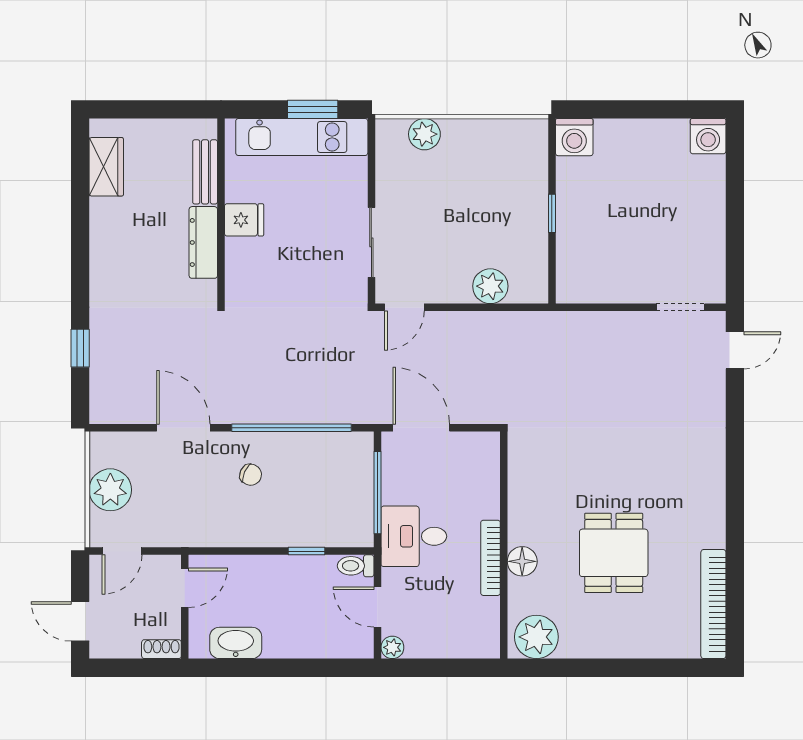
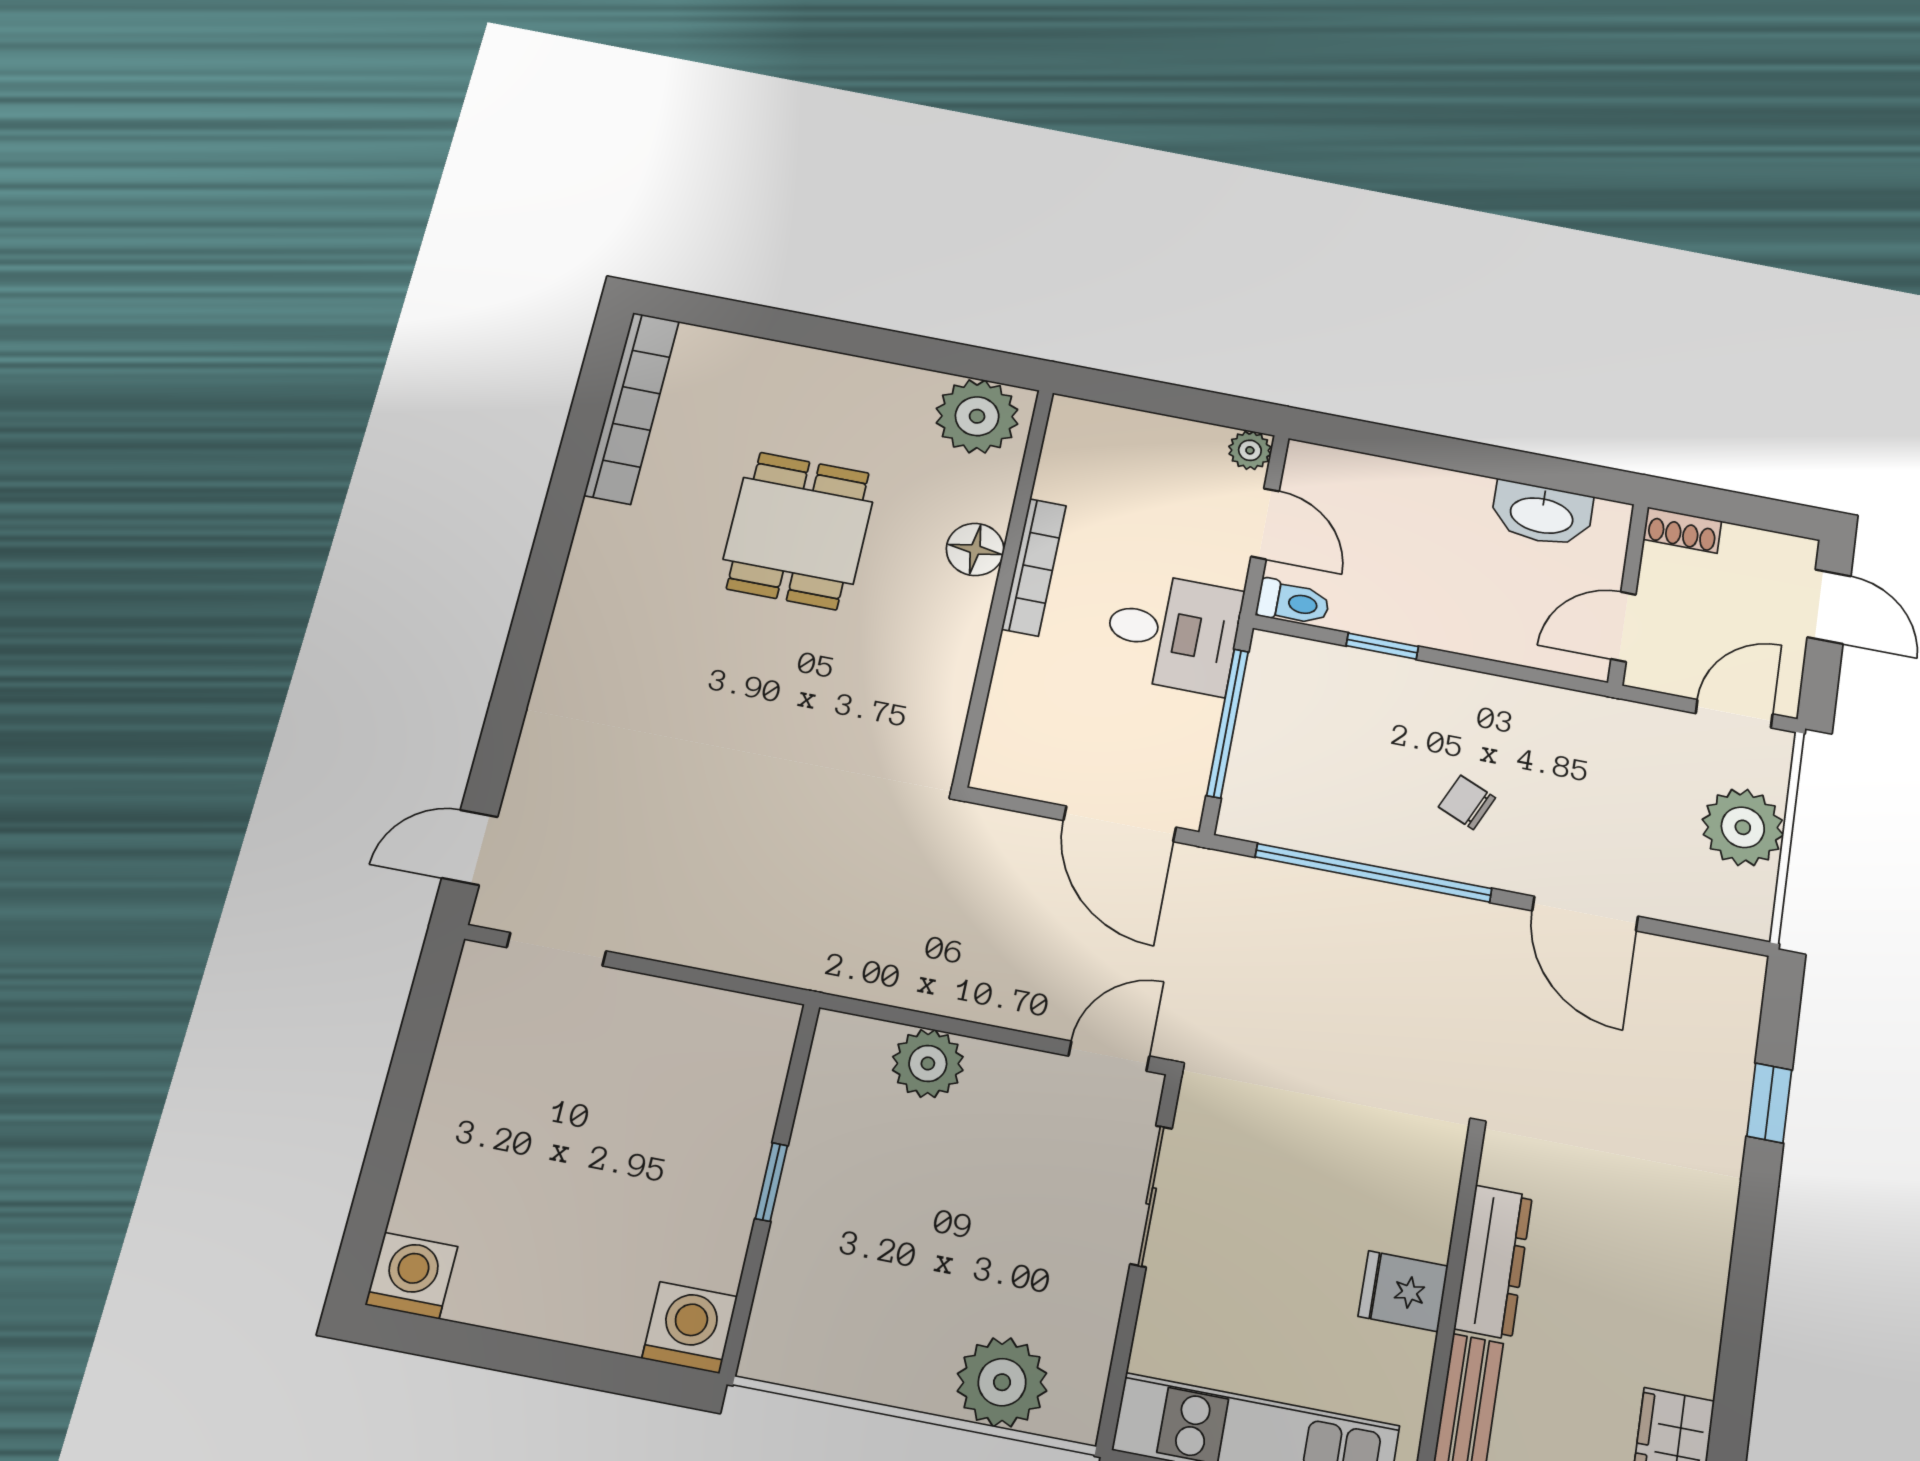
plant: (424, 134) -> (1002, 1382), width x1.36, depth x1.36

